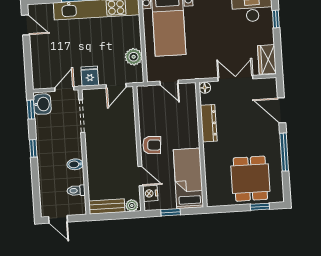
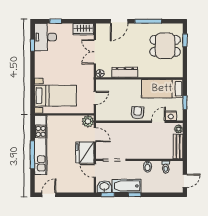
plant: (134, 57) -> (88, 121), moved
fridge: (90, 76) -> (85, 153), width x1.88, depth x1.34
bathtub: (45, 136) -> (127, 186), added

